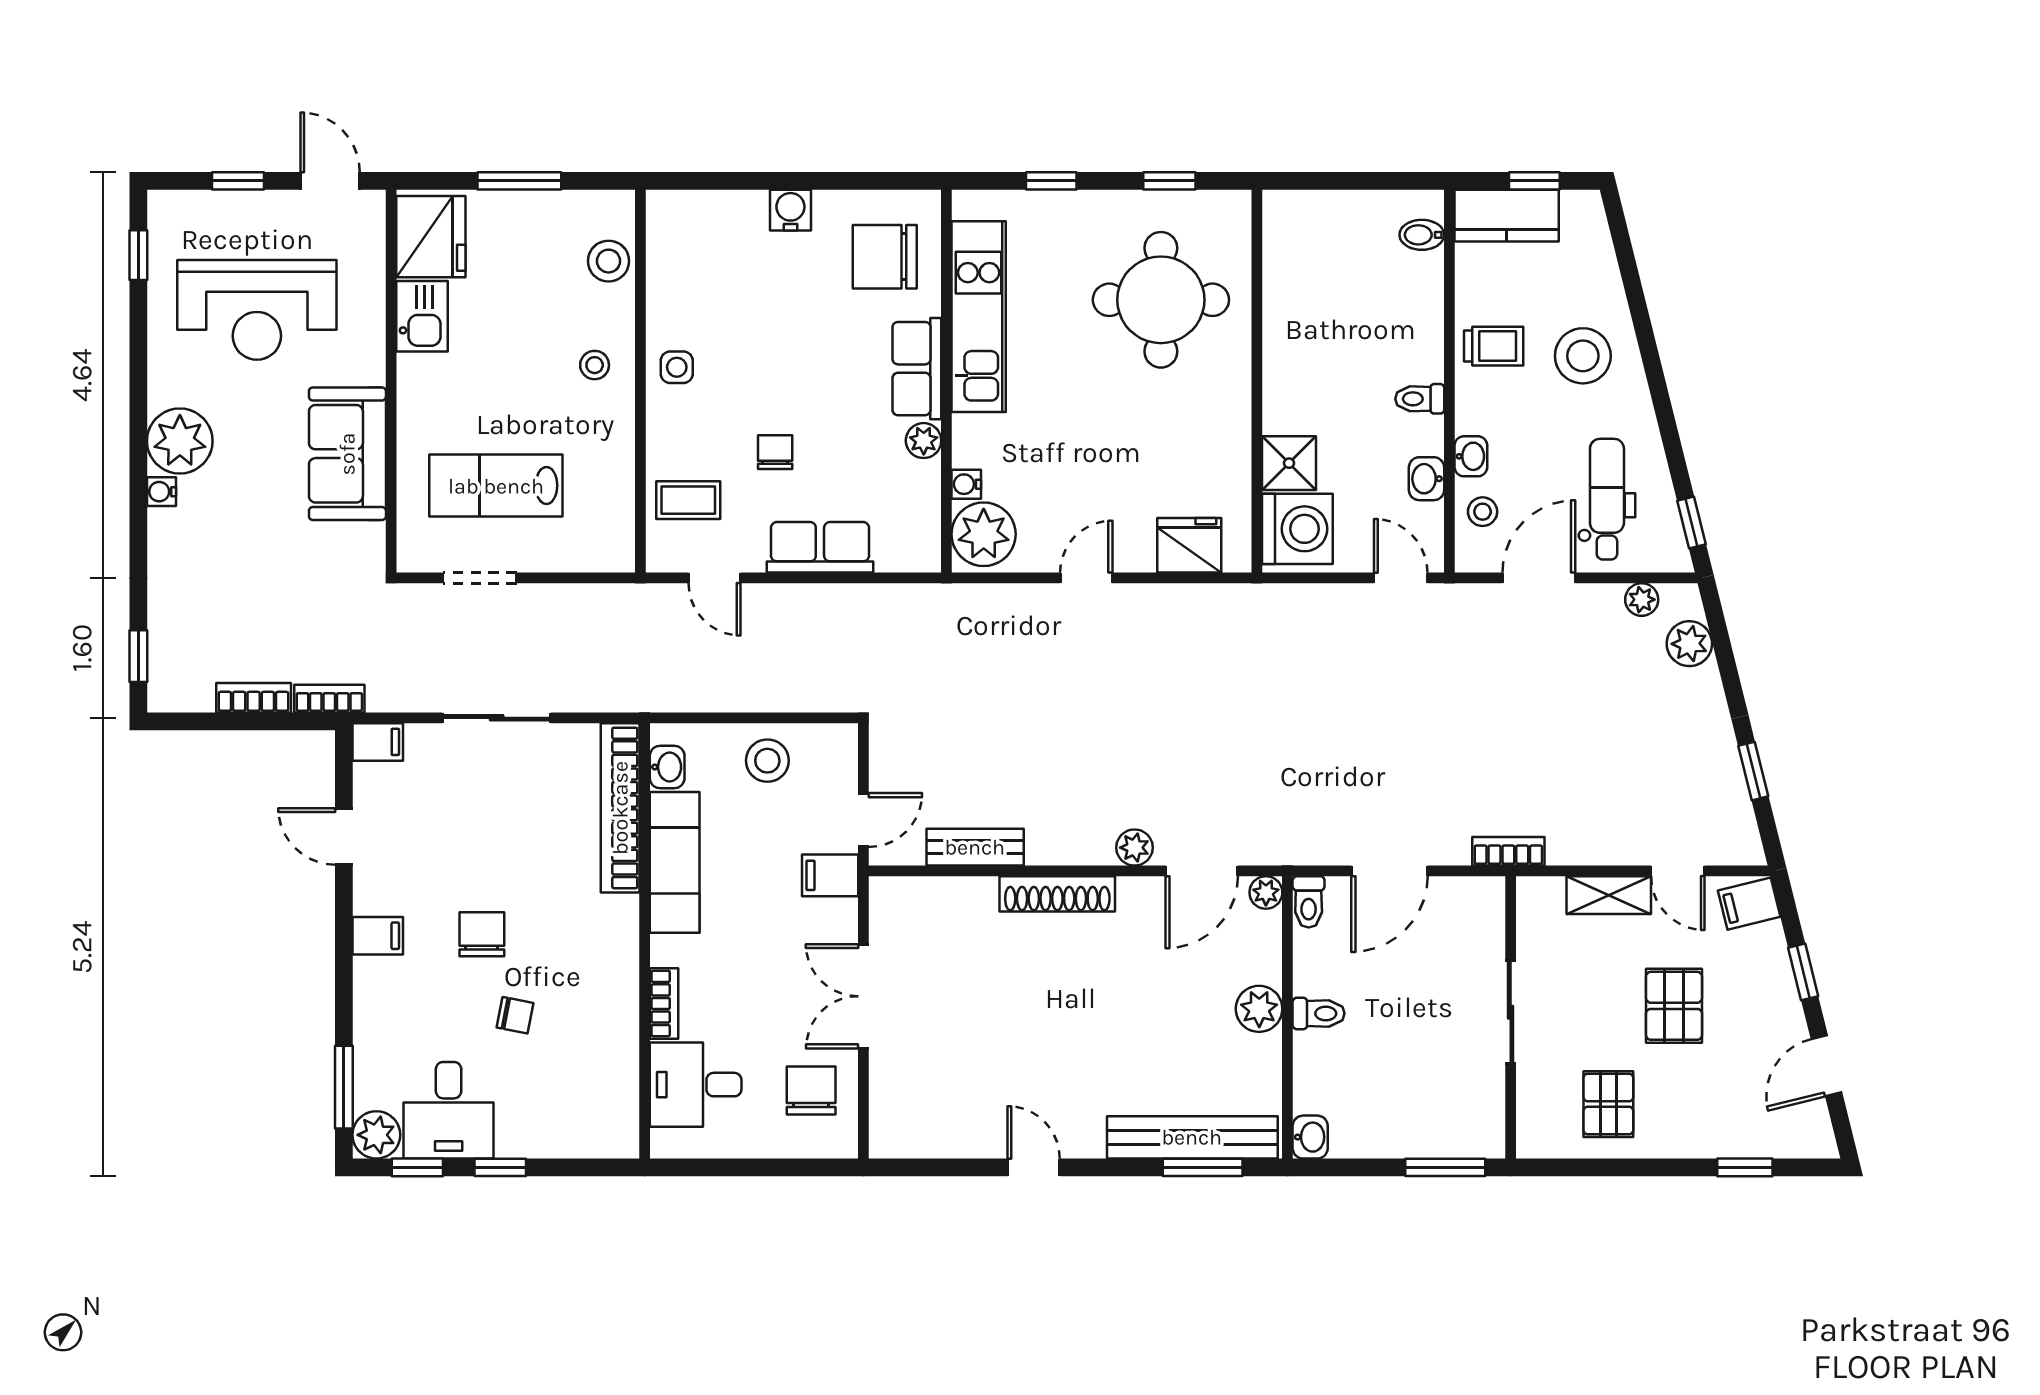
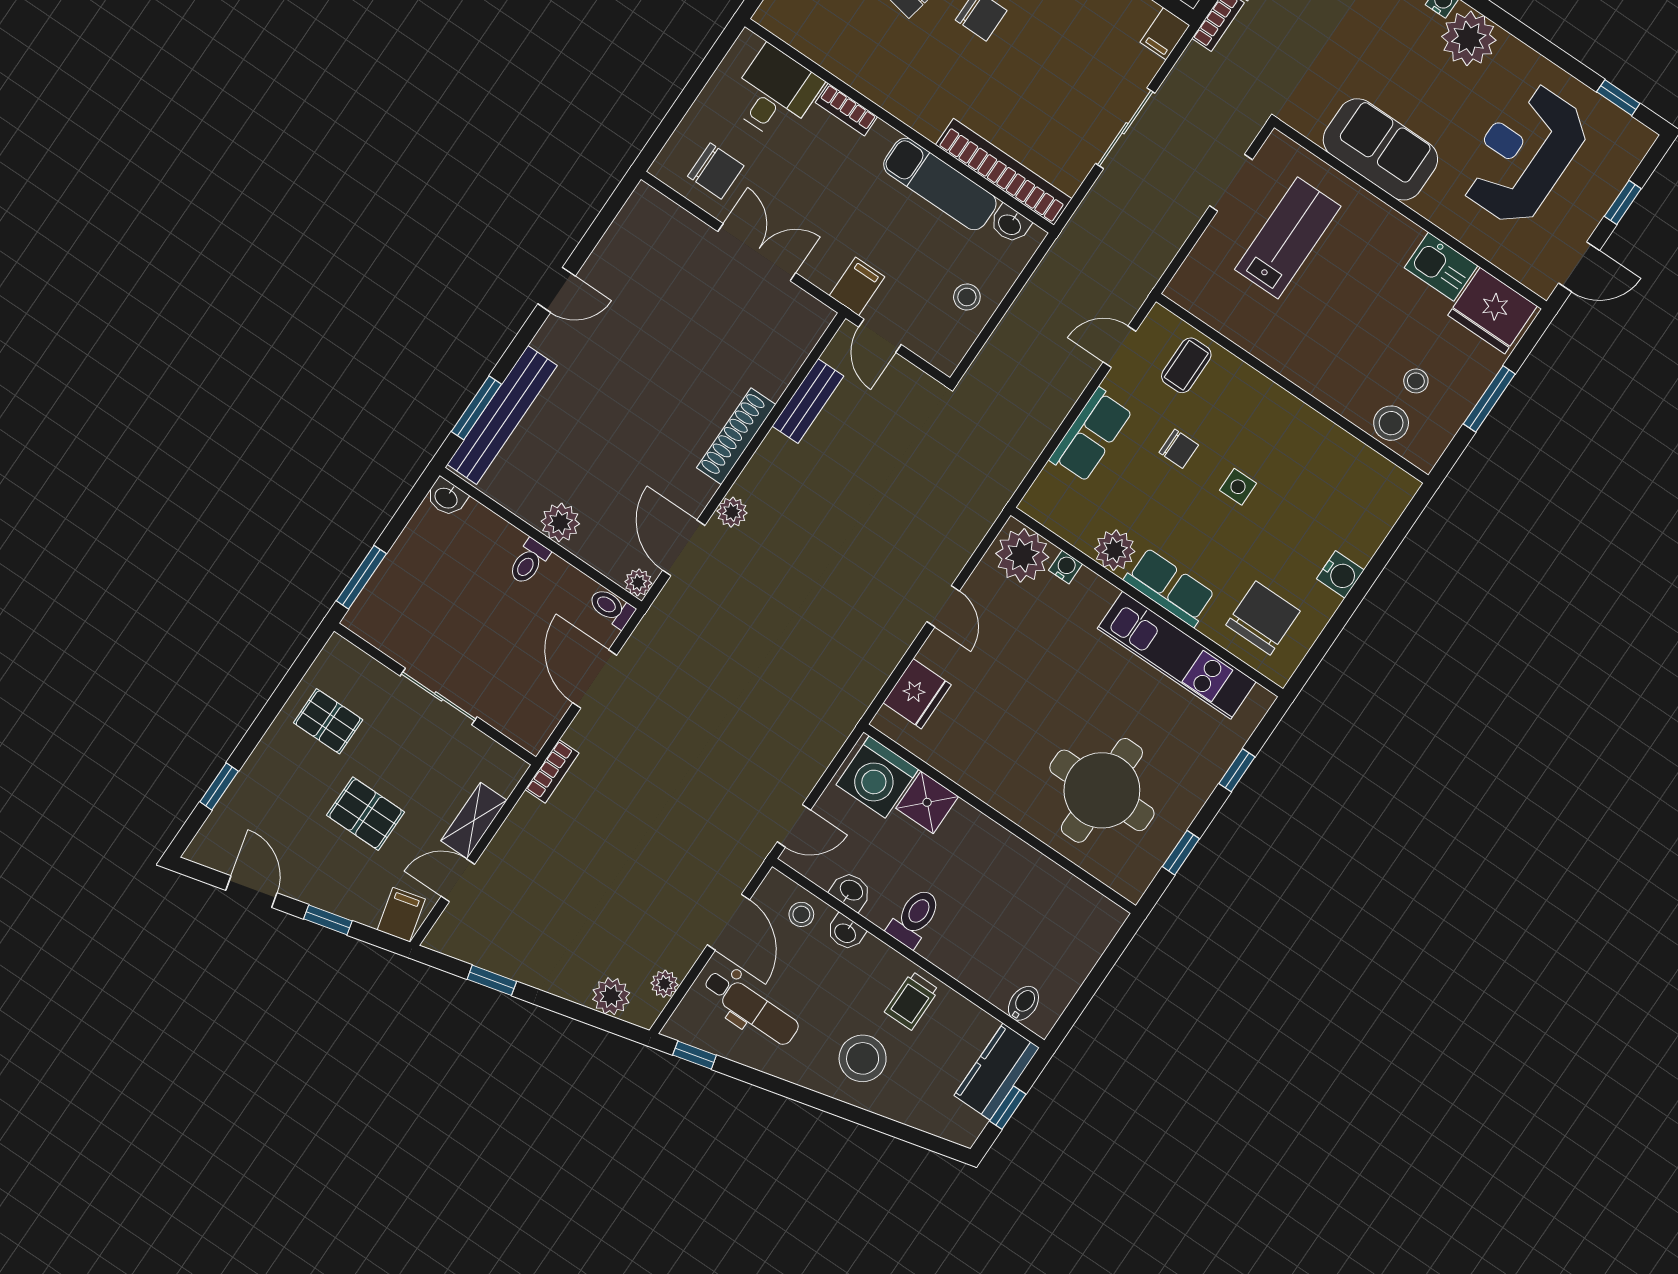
stool: (595, 365) -> (1416, 381), moved
side table: (677, 367) -> (1238, 487), moved
toilet: (1420, 399) -> (914, 918), width x1.37, depth x1.39
plant: (924, 441) -> (1115, 550), width x1.38, depth x1.38
stool: (767, 761) -> (967, 297), width x0.73, depth x0.73

